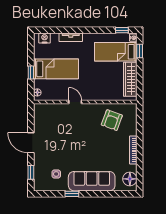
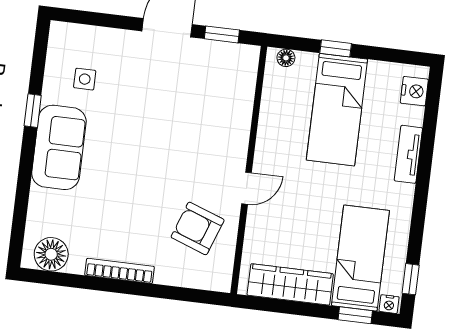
door: (75, 102) -> (247, 188), moved
window: (31, 172) -> (222, 34), moved
sofa: (92, 181) -> (59, 147), width x0.73

